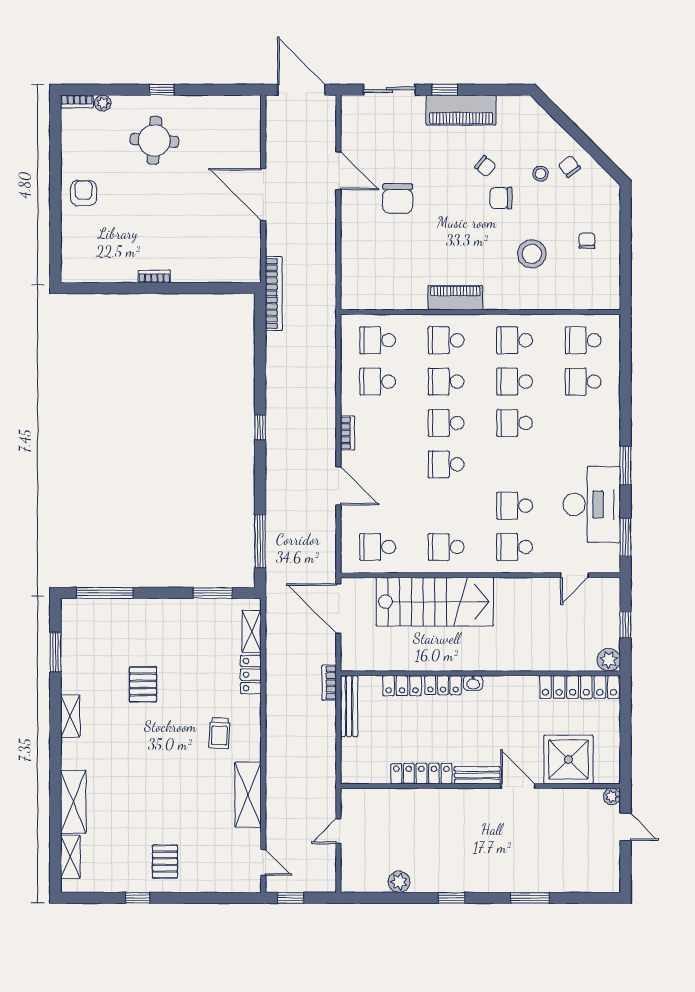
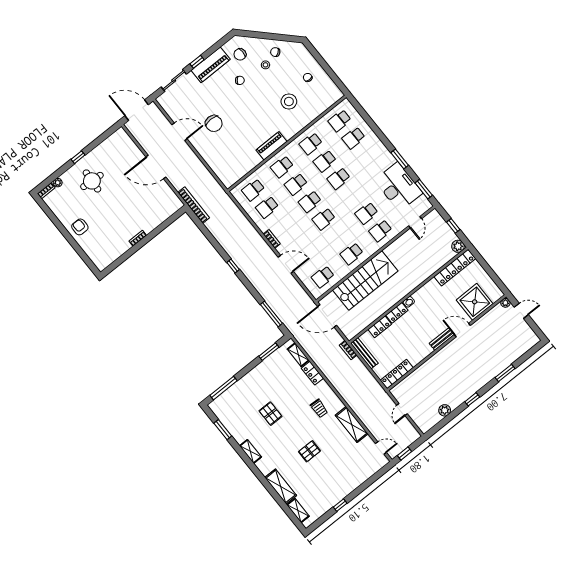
chair: (501, 198) -> (240, 54), moved
locker: (421, 774) -> (397, 374), moved
pallet: (165, 862) -> (309, 451), moved, turned 90

